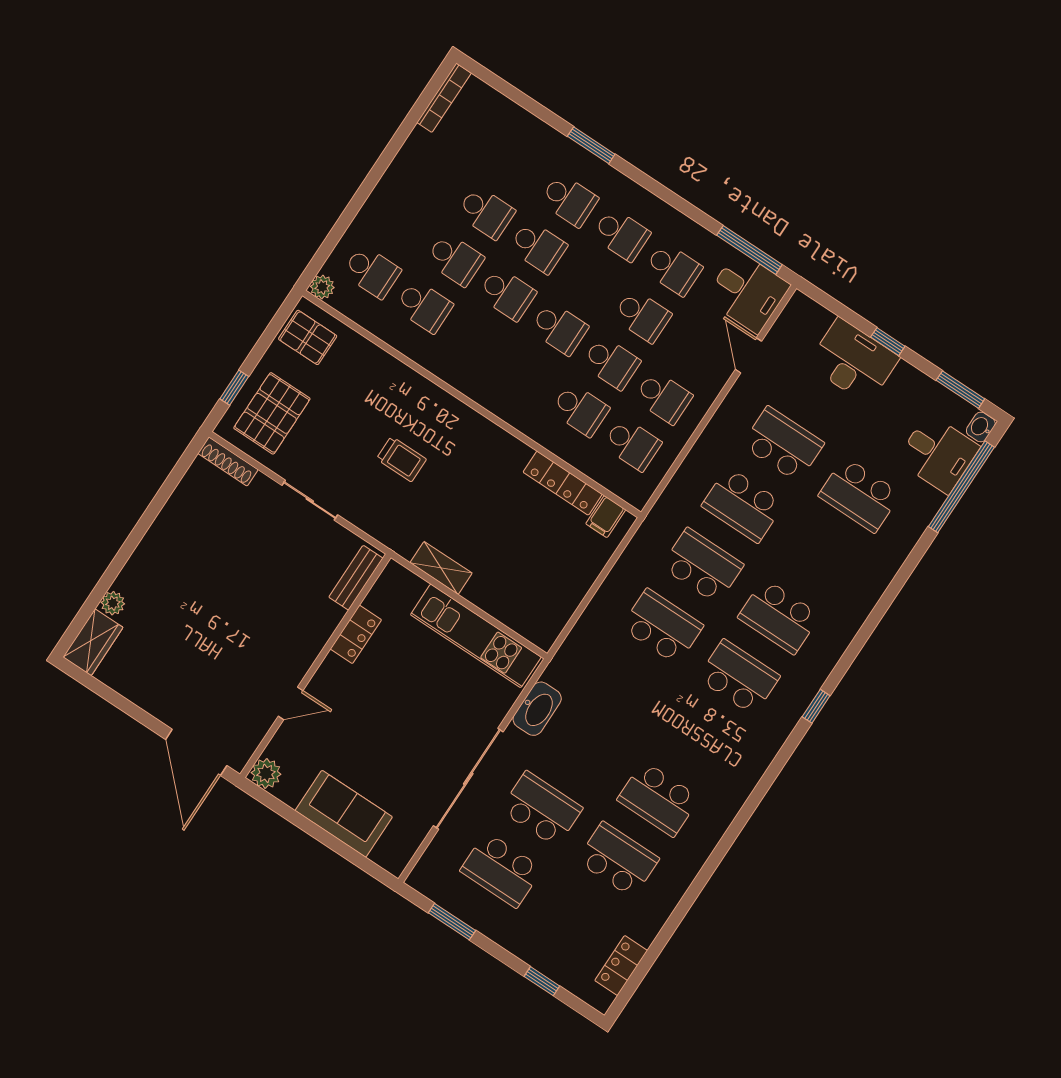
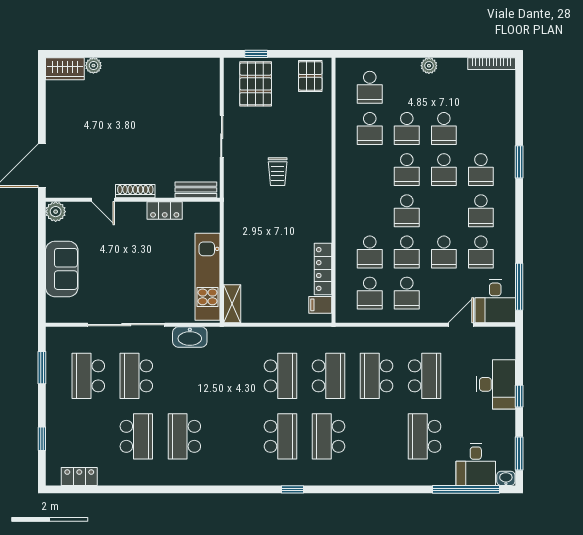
plant: (322, 287) -> (429, 66), moved
pallet: (272, 413) -> (256, 84), turned 90
shoe rack: (228, 461) -> (135, 191), moved, turned 90
shelving: (441, 568) -> (232, 304), moved
school desk: (541, 809) -> (136, 376), turned 180

